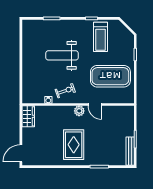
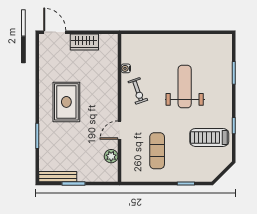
exercise mat: (110, 76) -> (157, 151), width x0.50, depth x0.69
plant: (79, 111) -> (111, 156), moved
wardrobe: (28, 116) -> (84, 42), moved
rug: (74, 145) -> (66, 102), turned 90

